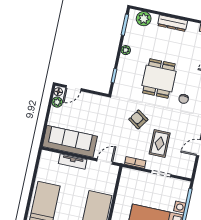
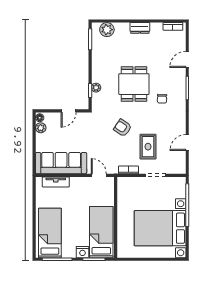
dresser: (172, 23) -> (140, 28), width x0.70
plant: (126, 50) -> (96, 88), moved
door: (74, 88) -> (69, 111), moved
tv unit: (73, 161) -> (56, 182), moved
door: (105, 162) -> (99, 175), hinge flipped

